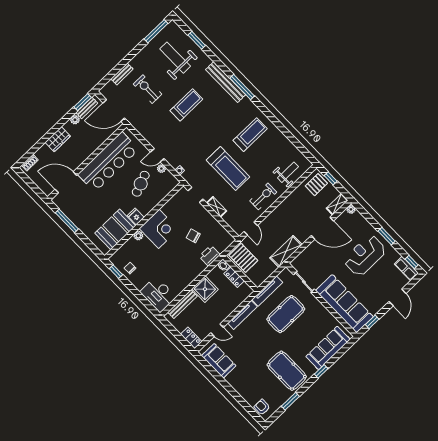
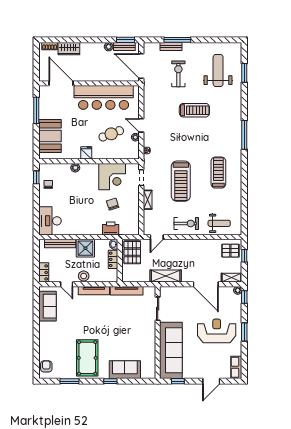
window: (156, 31) -> (177, 40), moved
bench: (226, 82) -> (236, 121), removed
treadmill: (250, 135) -> (218, 173), turned -90
wardrobe: (58, 139) -> (69, 49), moved
booth: (115, 229) -> (50, 136), moved, turned 90
corner desk: (159, 229) -> (112, 177), moved
window: (412, 262) -> (244, 297), moved
stool: (224, 311) -> (84, 276), added
pool table: (286, 314) -> (124, 319), removed
sofa: (328, 348) -> (125, 370), width x0.73

